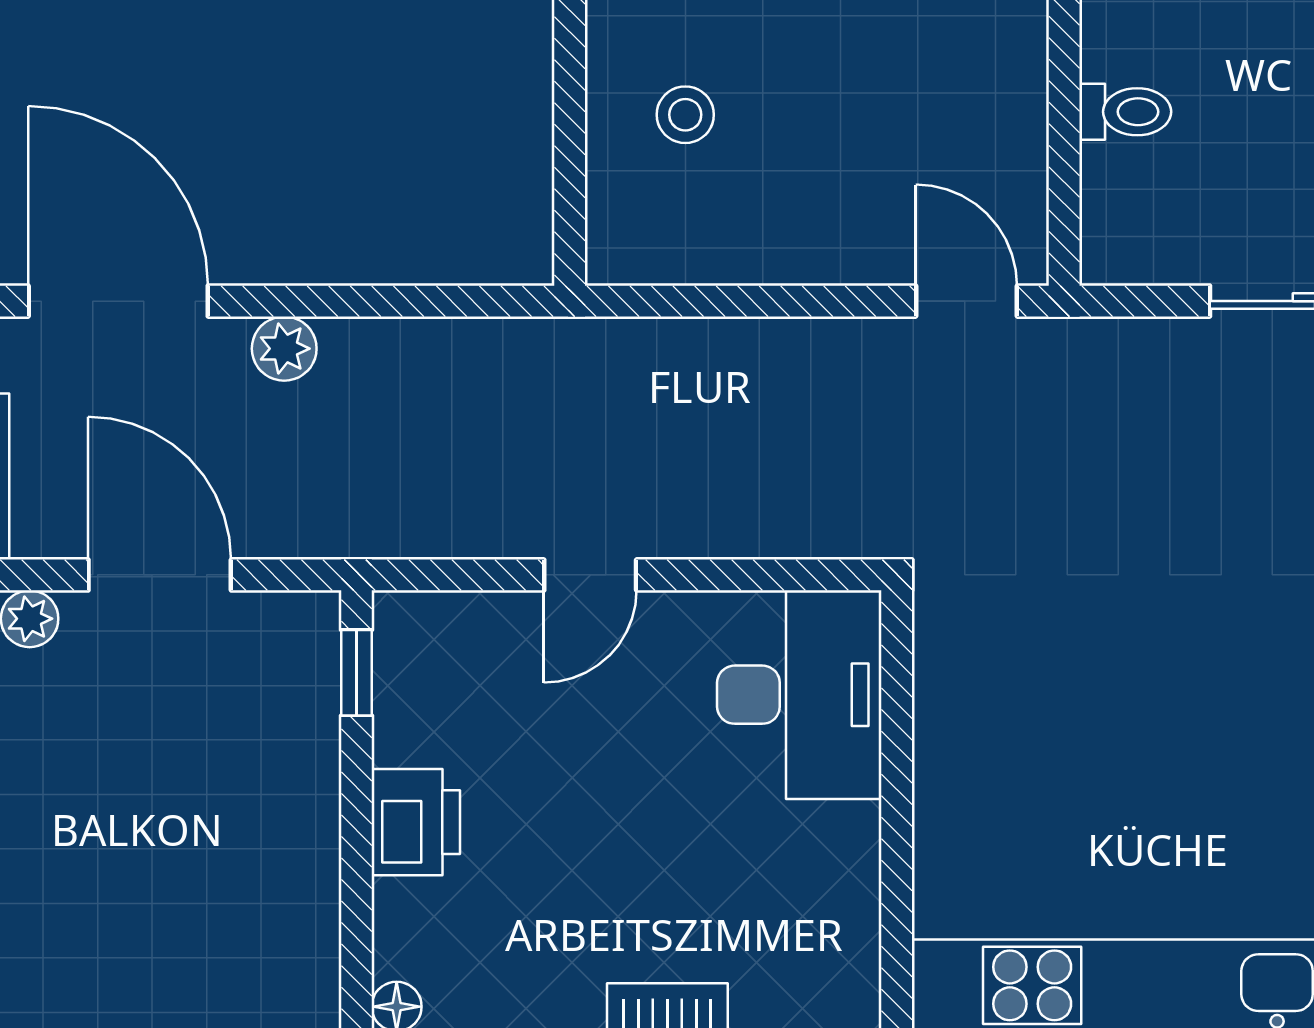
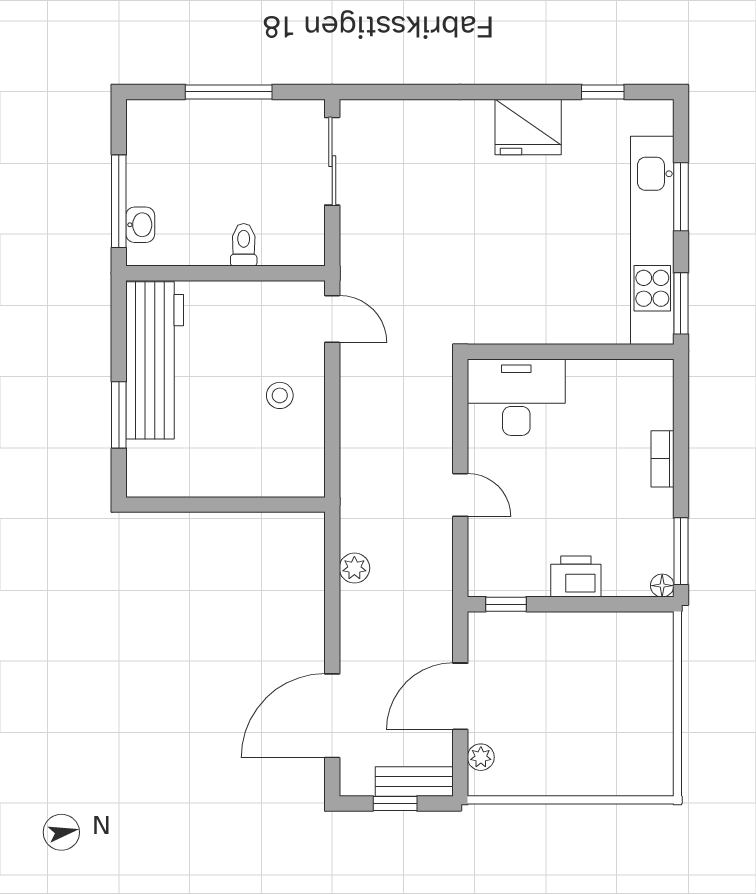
stool: (685, 115) -> (280, 395), moved
door: (966, 301) -> (332, 319), swing flipped
plant: (284, 349) -> (354, 568), moved

